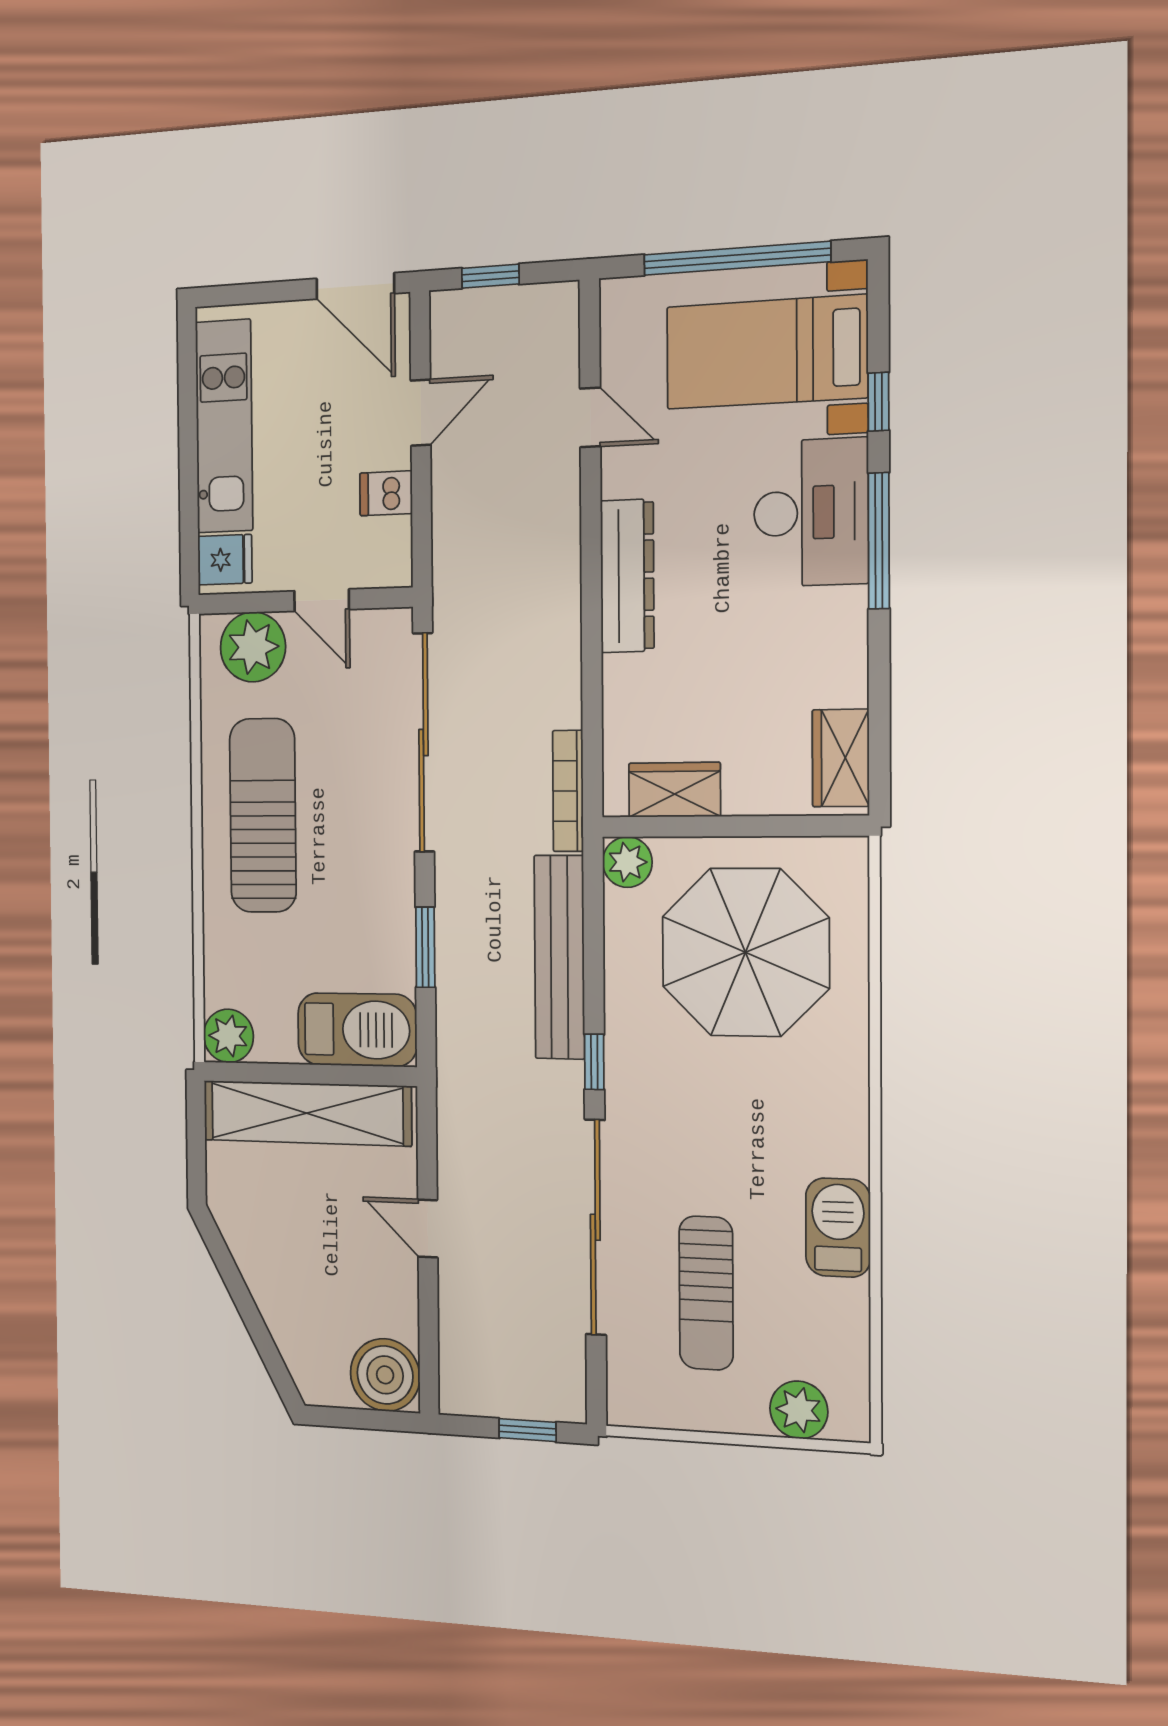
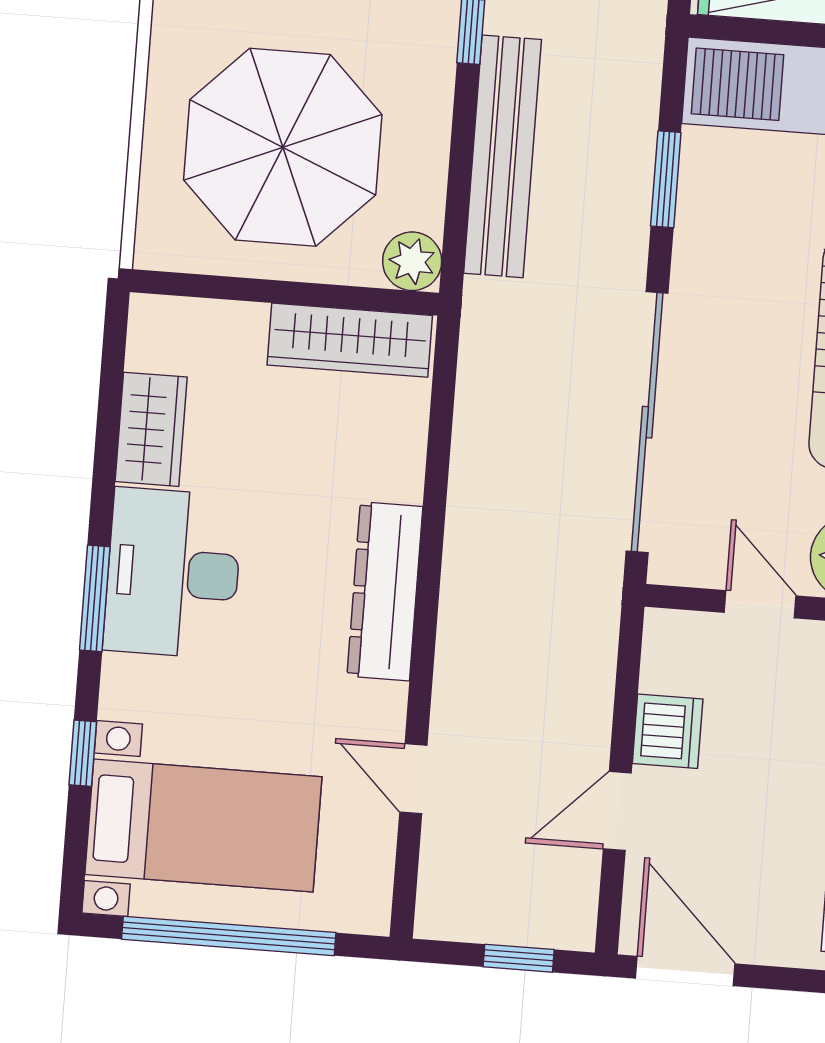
dishwasher: (386, 493) -> (668, 731), width x1.38
desk: (811, 513) -> (173, 573), moved
window: (879, 541) -> (95, 598), width x0.69
wardrobe: (841, 758) -> (151, 429), moved
wardrobe: (674, 790) -> (350, 340), width x1.50
bookcase: (568, 791) -> (476, 350), removed

